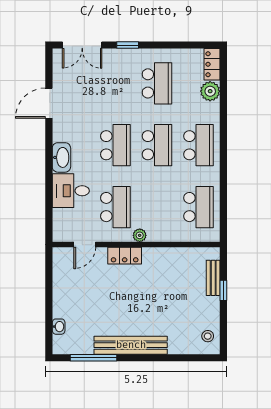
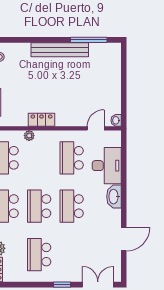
desk: (71, 191) -> (107, 166), width x1.37
plant: (140, 235) -> (29, 136), moved
locker: (125, 256) -> (41, 120), moved
washbasin: (59, 327) -> (116, 120), moved

